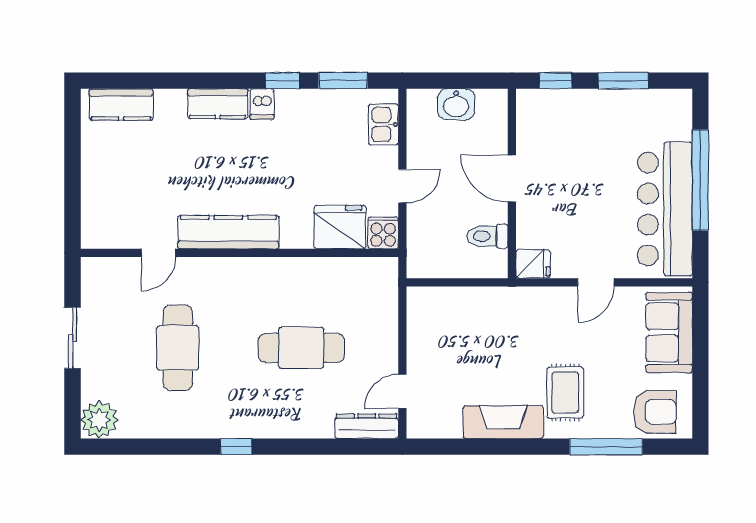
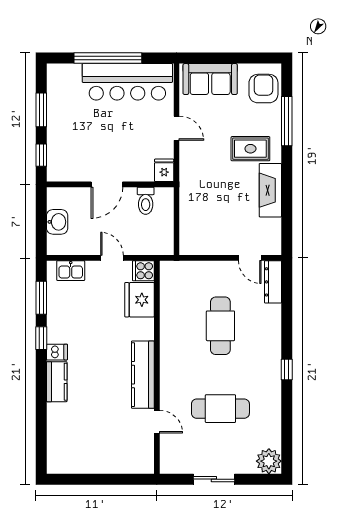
kitchen counter: (121, 105) -> (57, 447), removed

